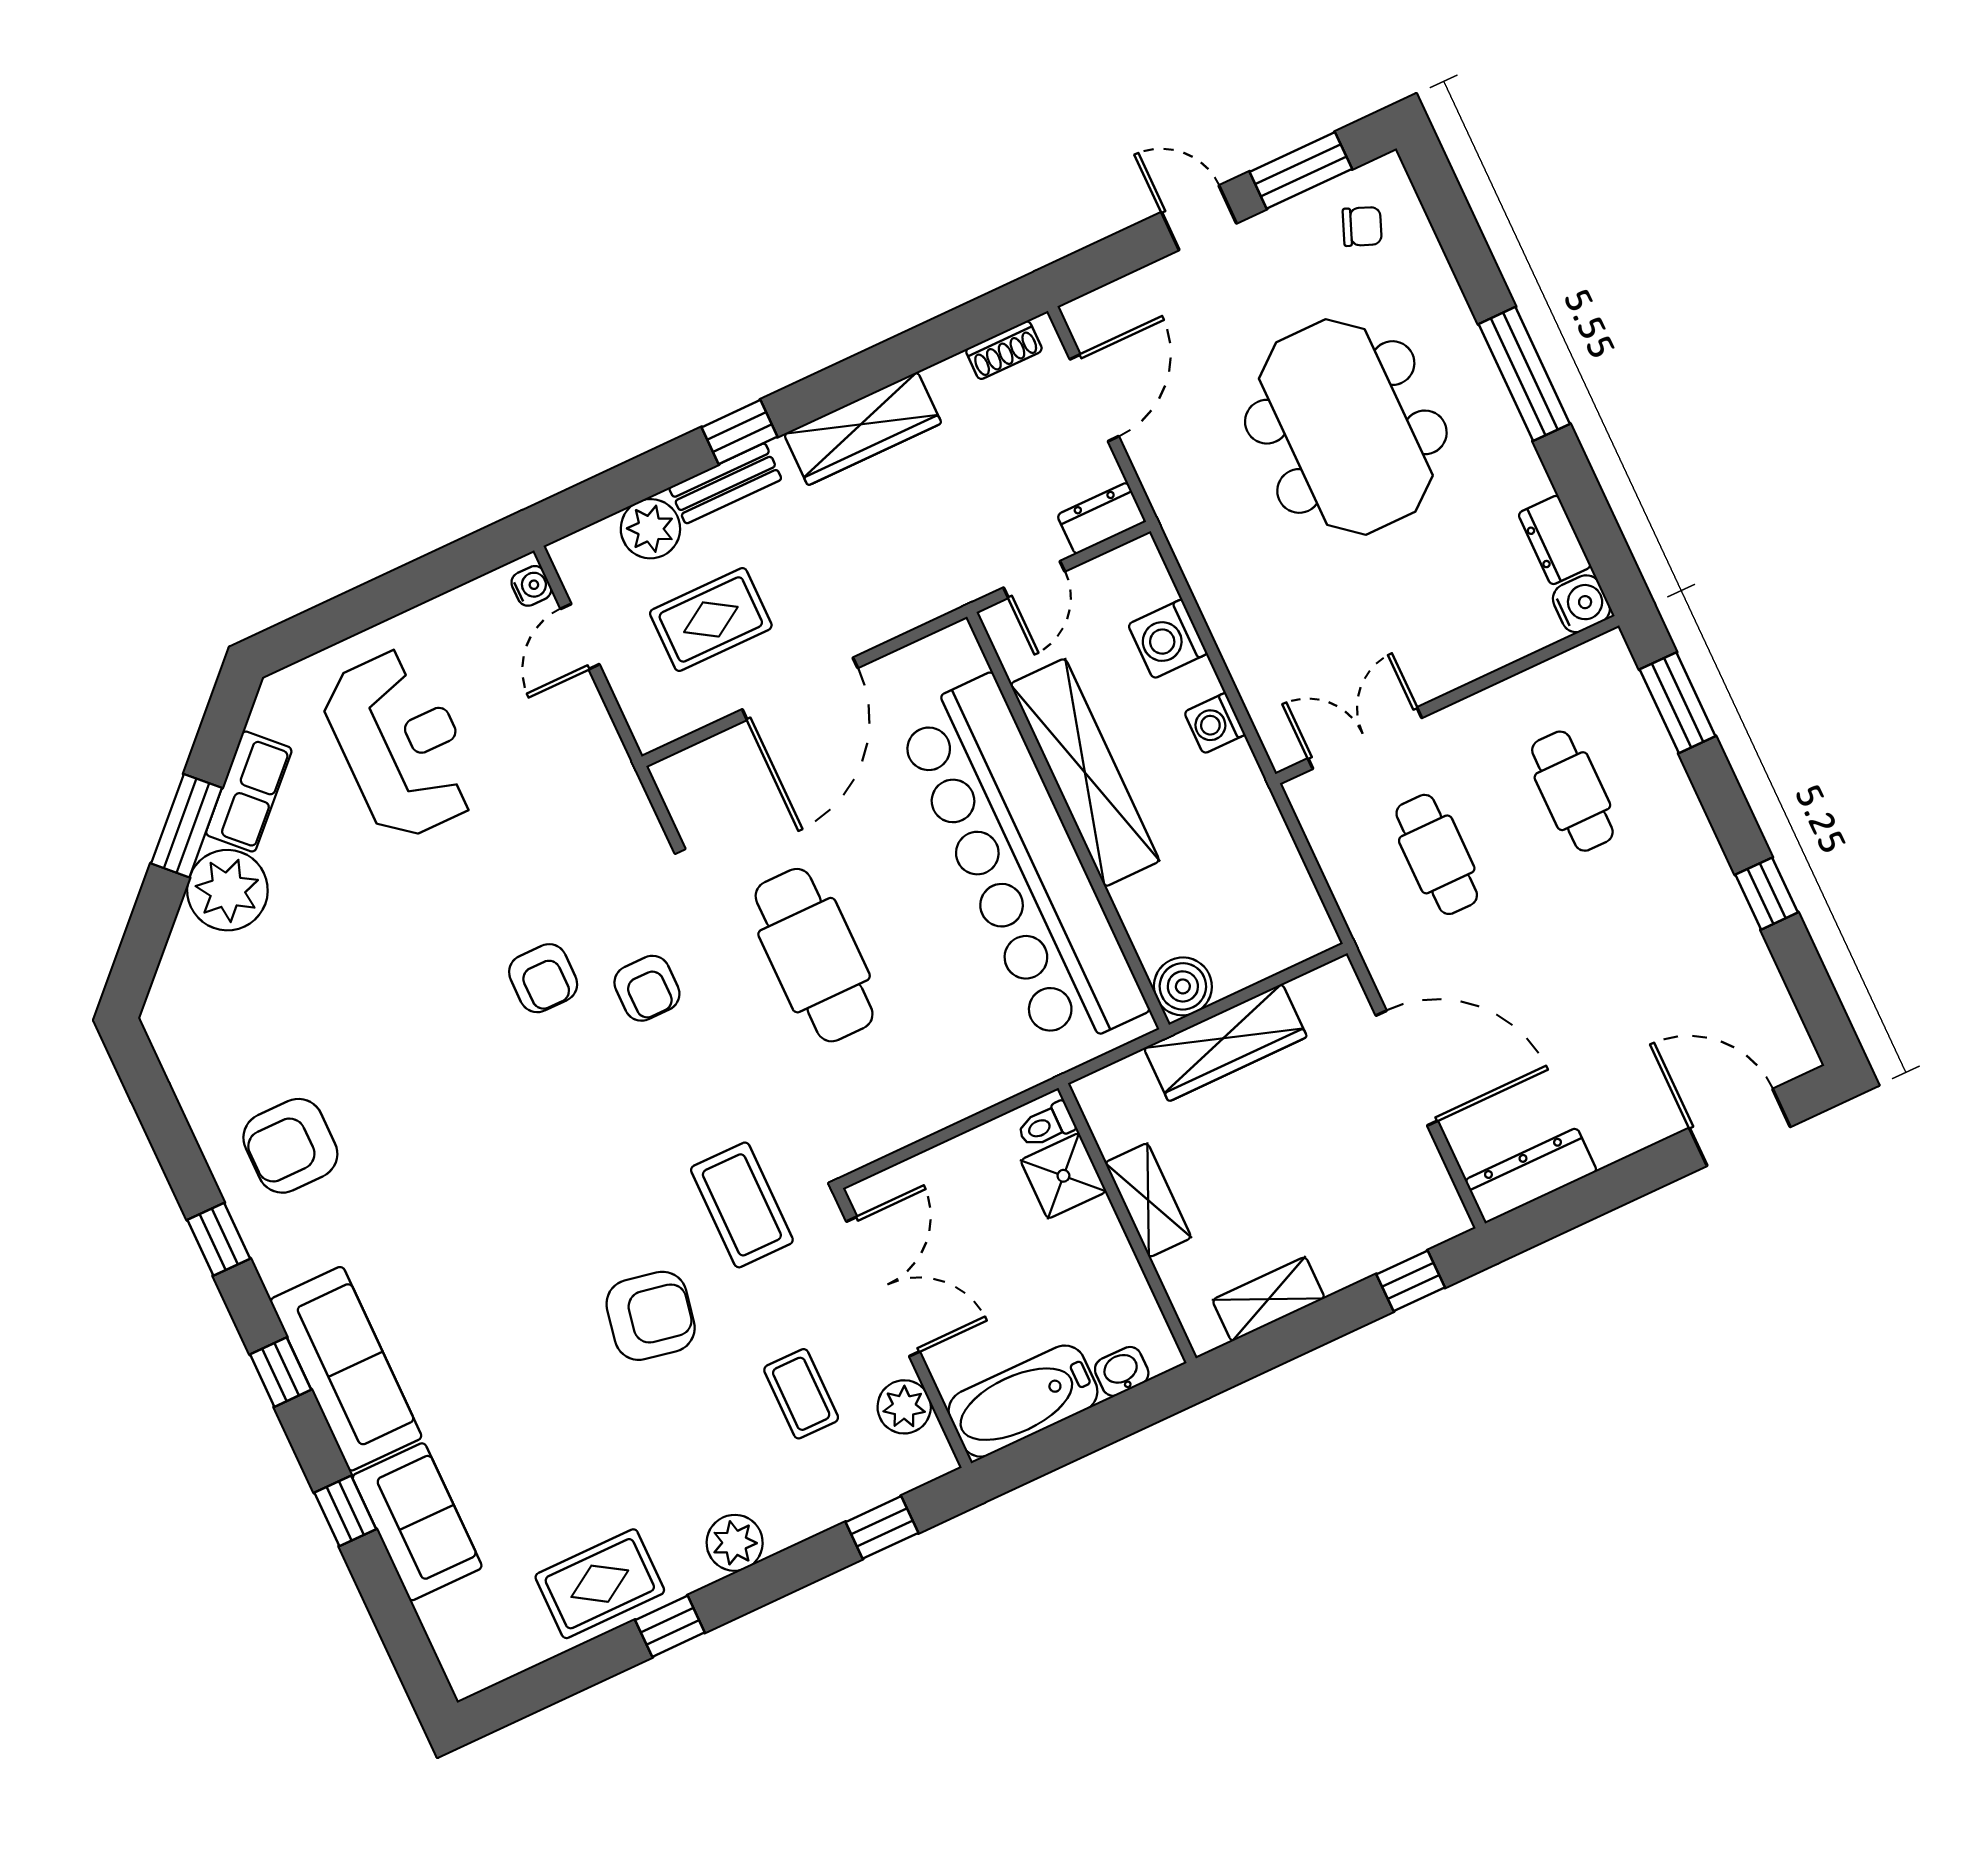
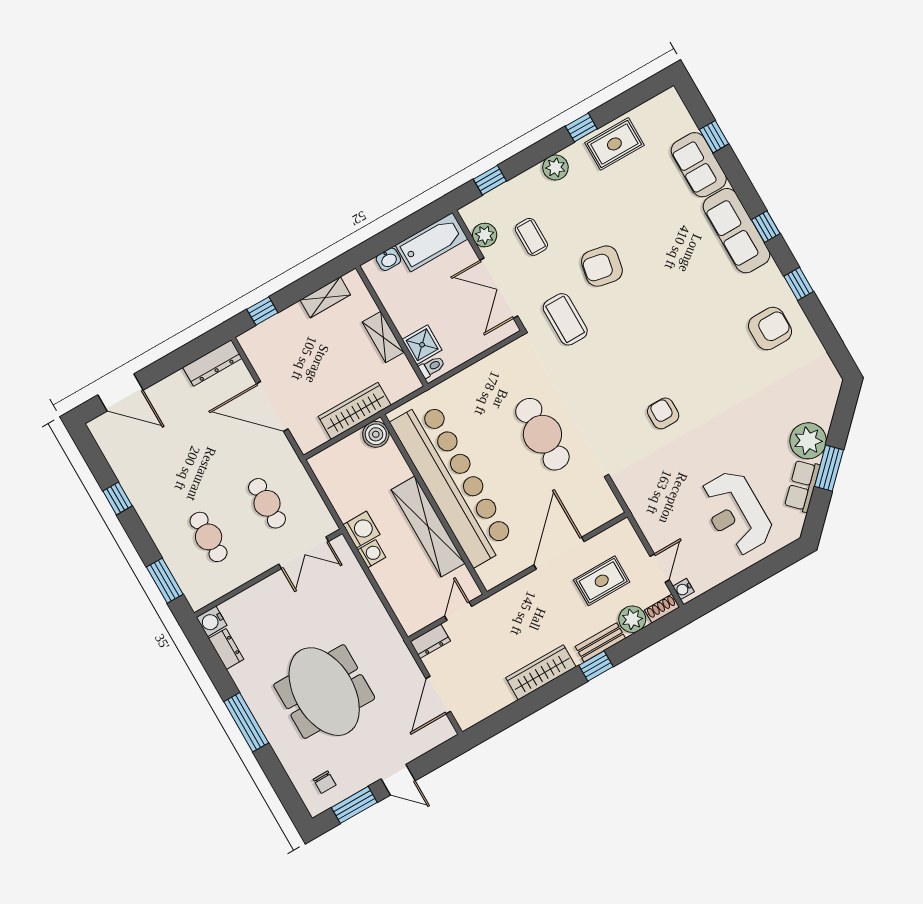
chair: (1362, 226) -> (325, 782), turned -112
shoe rack: (1004, 350) -> (662, 609), moved
washing machine: (1168, 639) -> (361, 530), moved
armchair: (647, 988) -> (616, 413), removed
window: (345, 1511) -> (714, 137), moved

